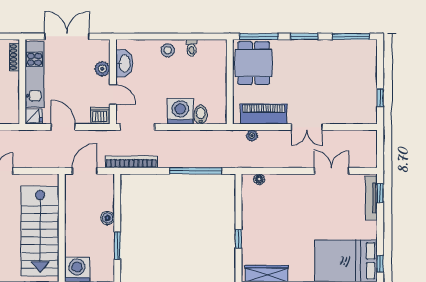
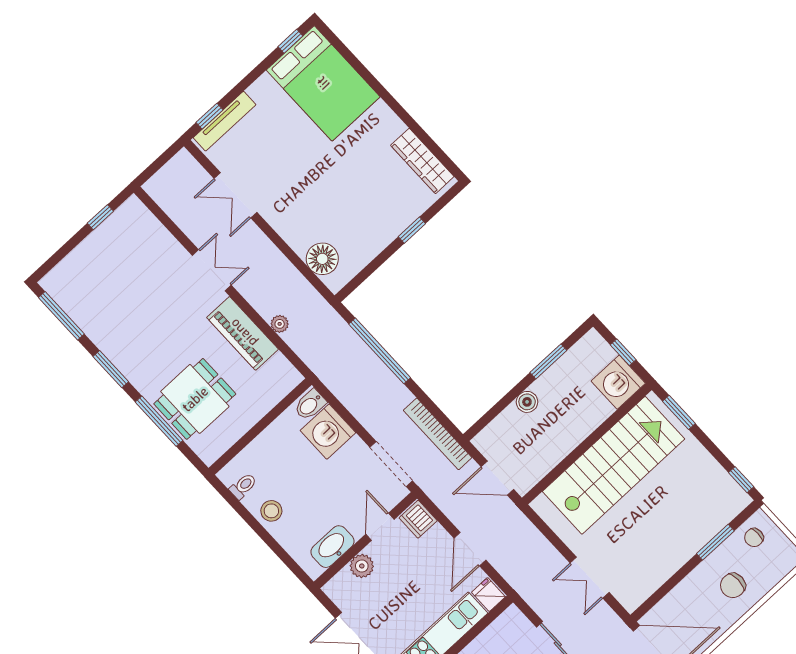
wall: (230, 82) -> (260, 426), moved
floor lamp: (259, 179) -> (322, 259), width x1.89, depth x1.89

